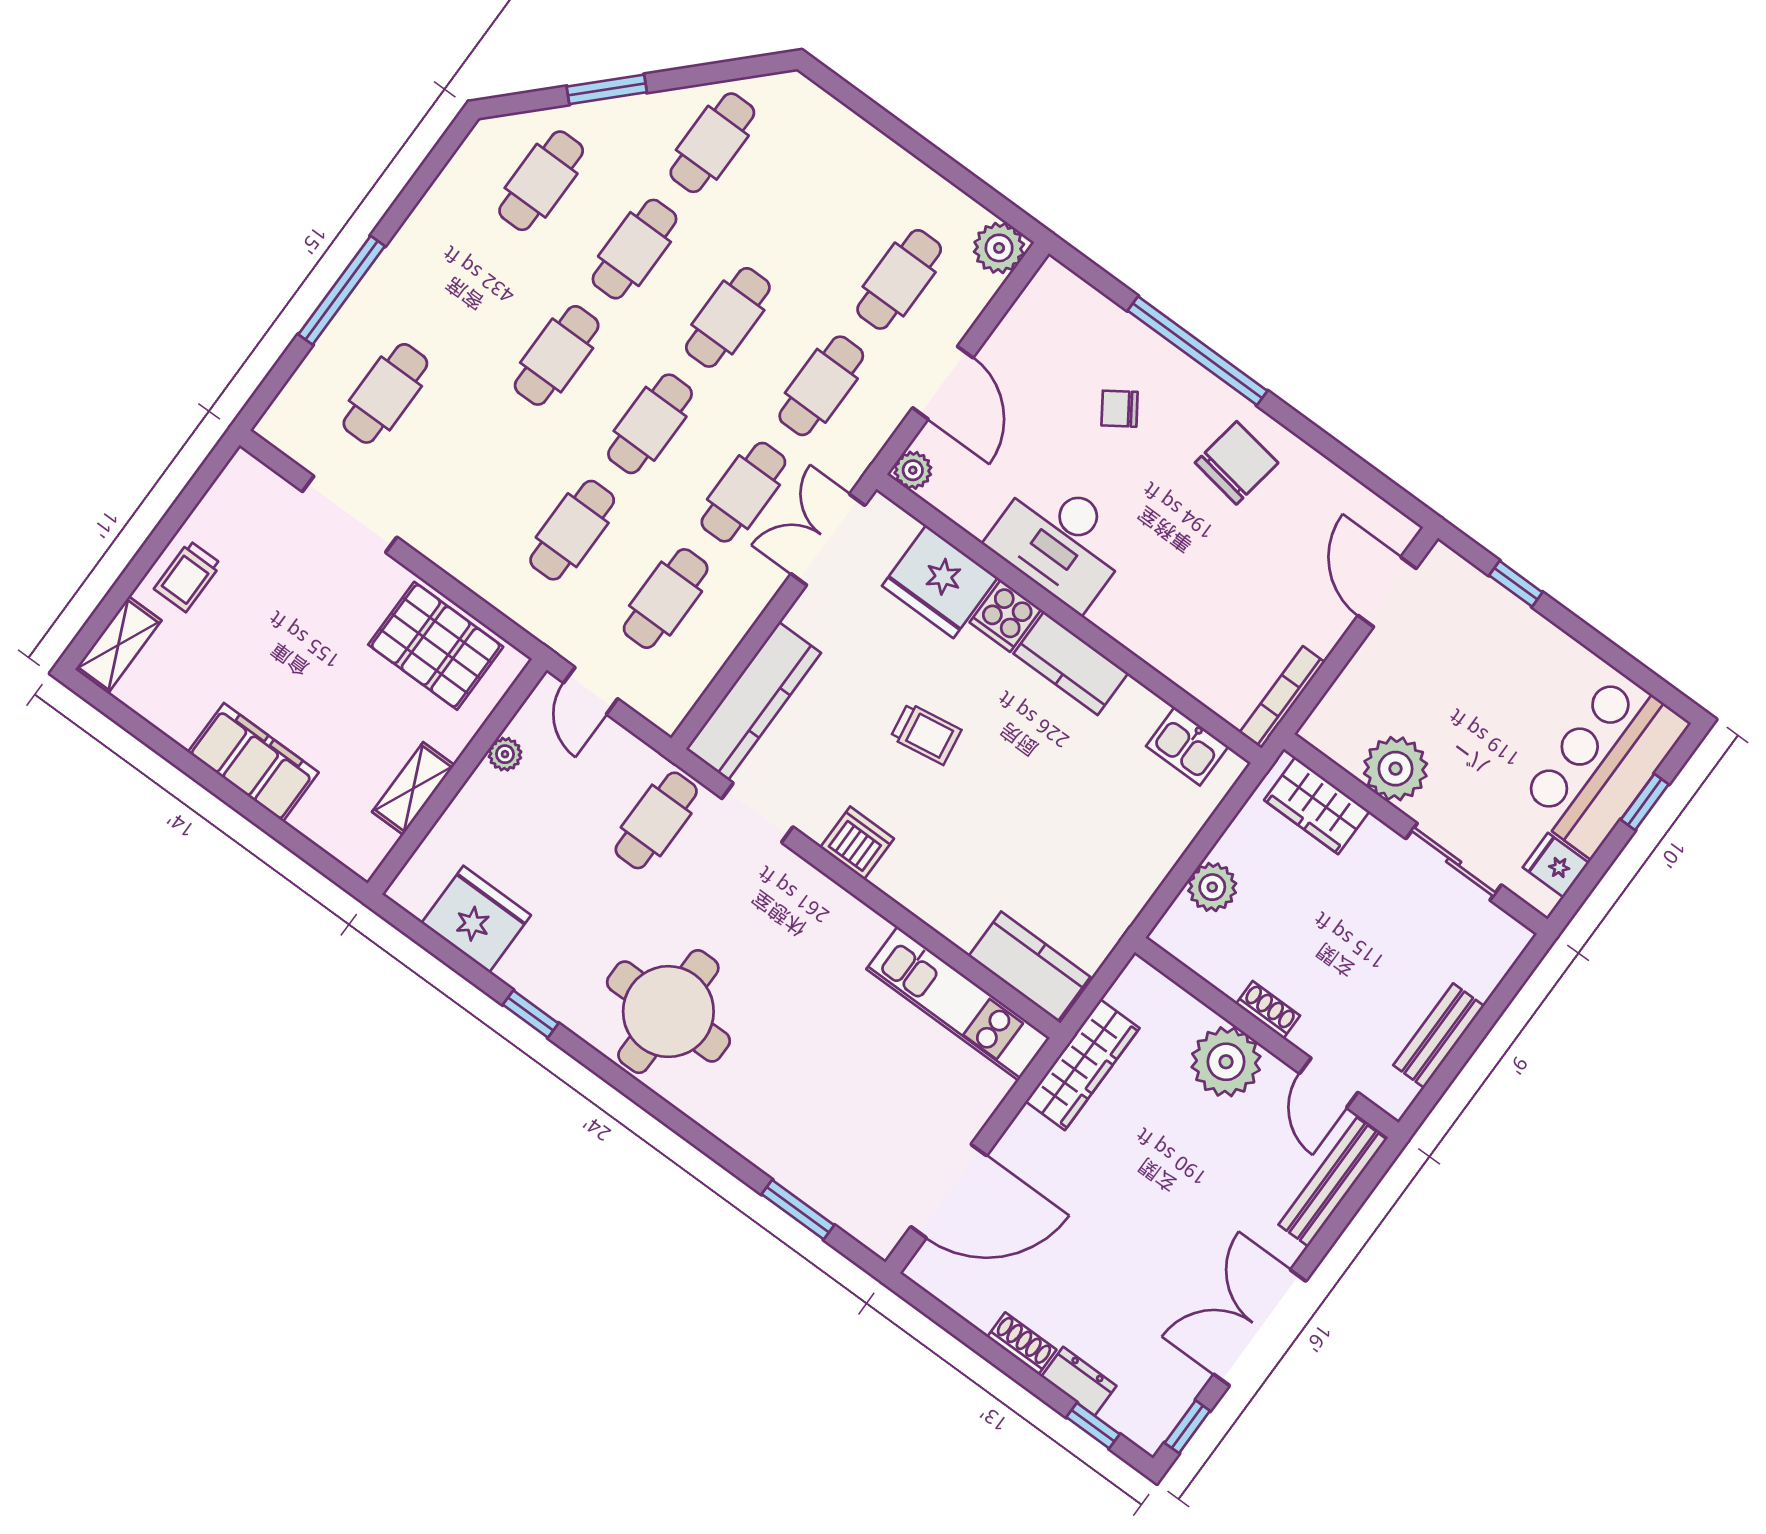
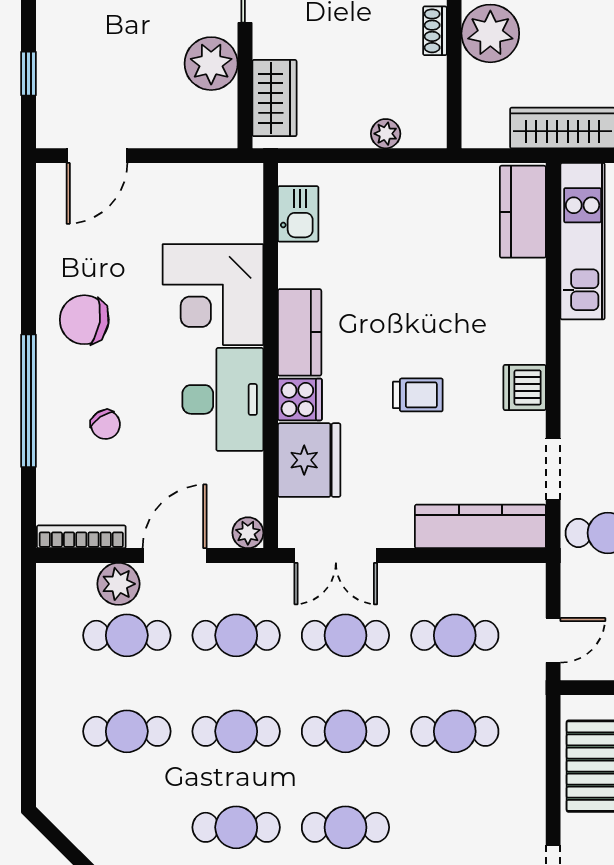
cafe table: (712, 143) -> (127, 731), moved
plant: (999, 248) -> (118, 584), moved
corner desk: (1169, 606) -> (213, 295), added
bookcase: (1282, 697) -> (81, 537), moved, turned 180
trolley: (926, 734) -> (418, 395), turned 99
plant: (1212, 887) -> (386, 134), width x0.73, depth x0.73

